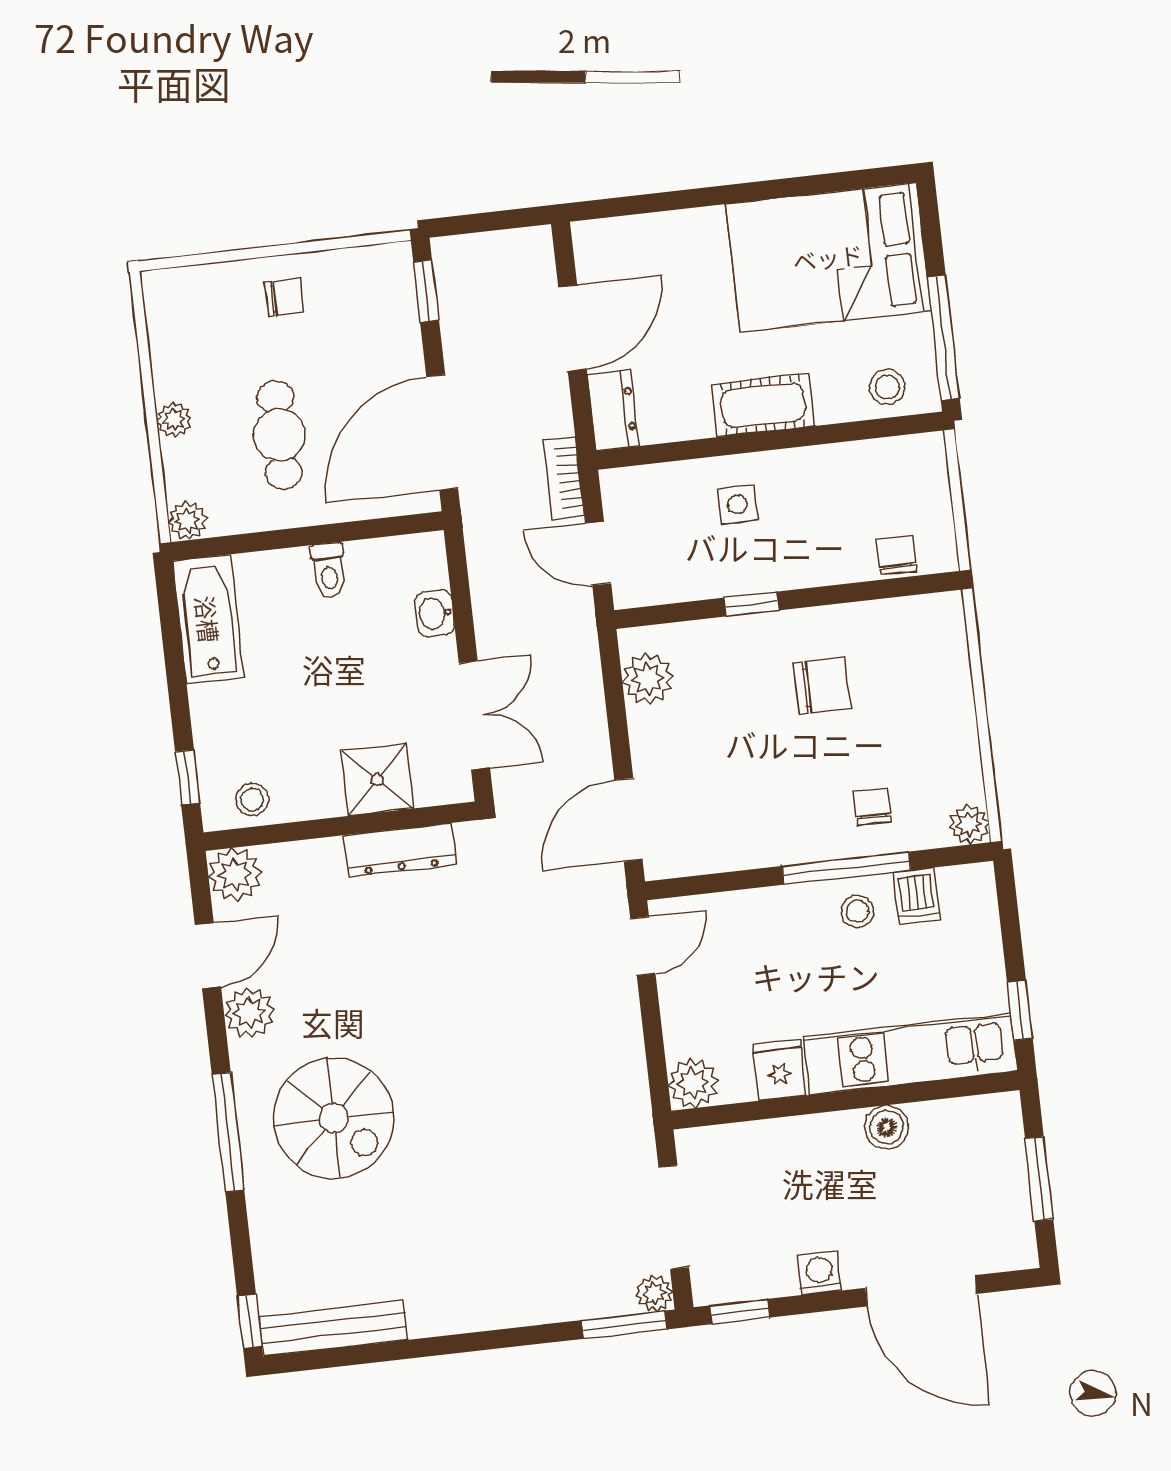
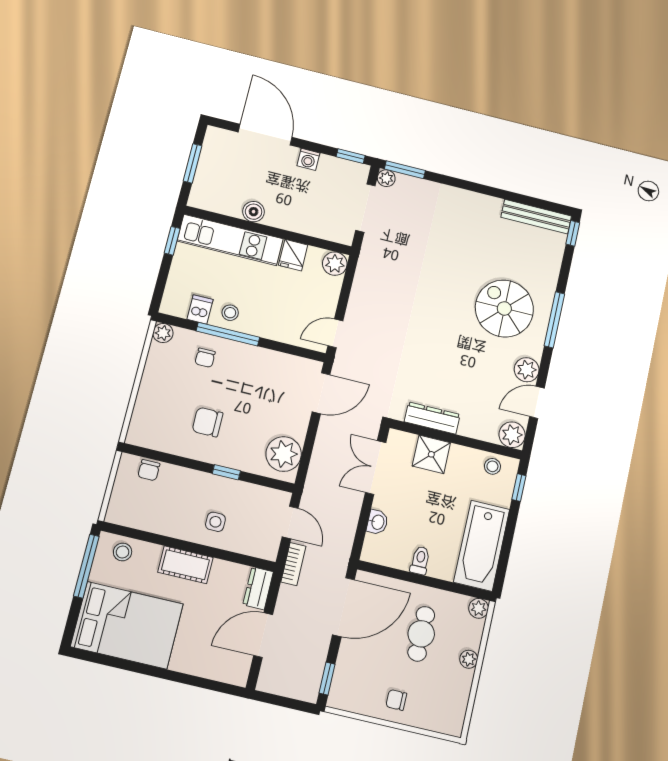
bathtub: (208, 619) -> (482, 546), width x1.36, depth x1.36
plant: (648, 679) -> (284, 454), width x1.36, depth x1.36

